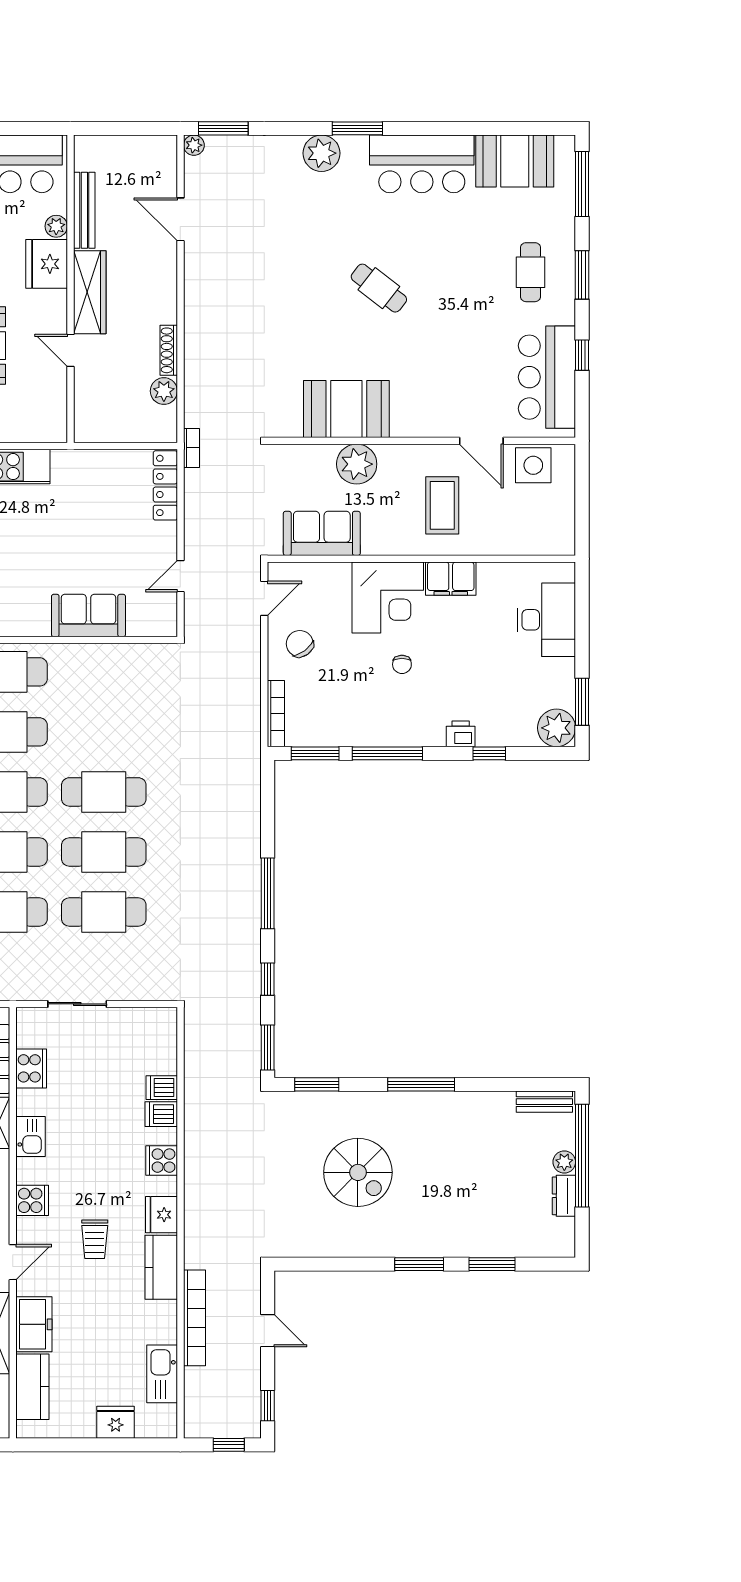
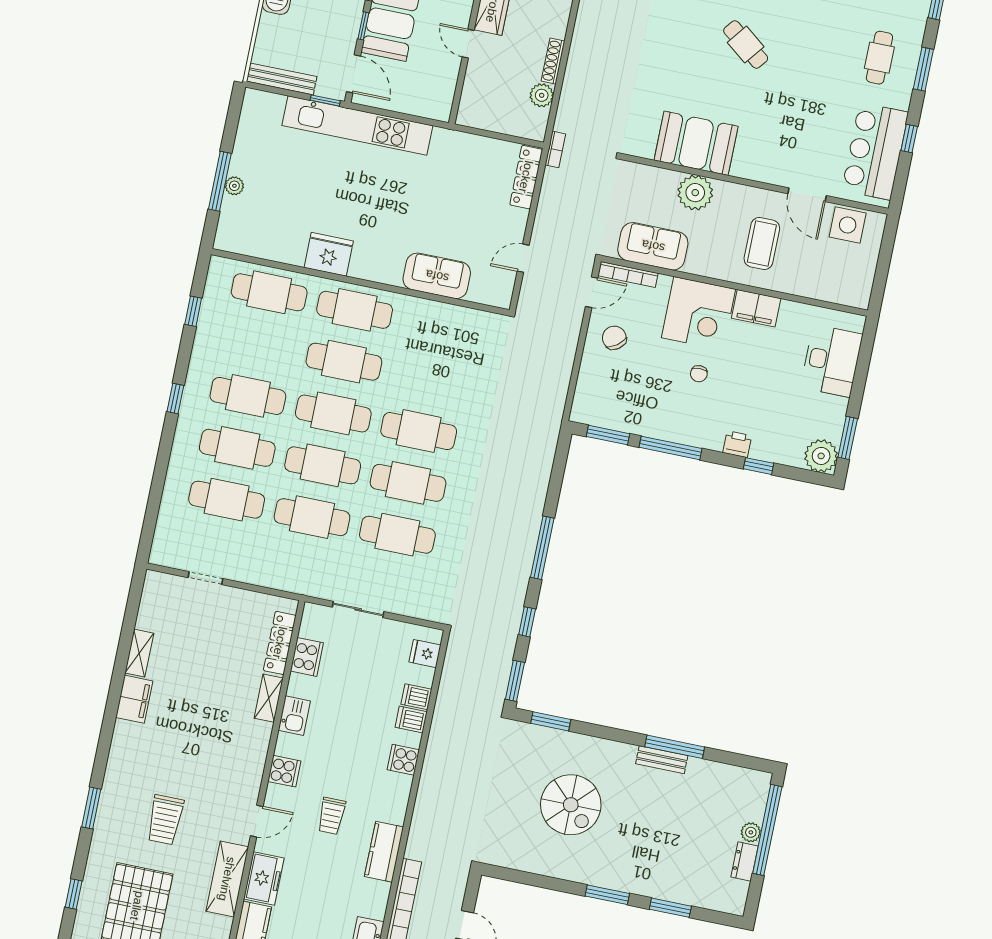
bookcase: (276, 714) -> (628, 274), moved, turned 90
window: (421, 1084) -> (675, 747), moved
bench: (544, 1102) -> (662, 760), moved
fridge: (162, 1215) -> (425, 654), moved, width x0.72

